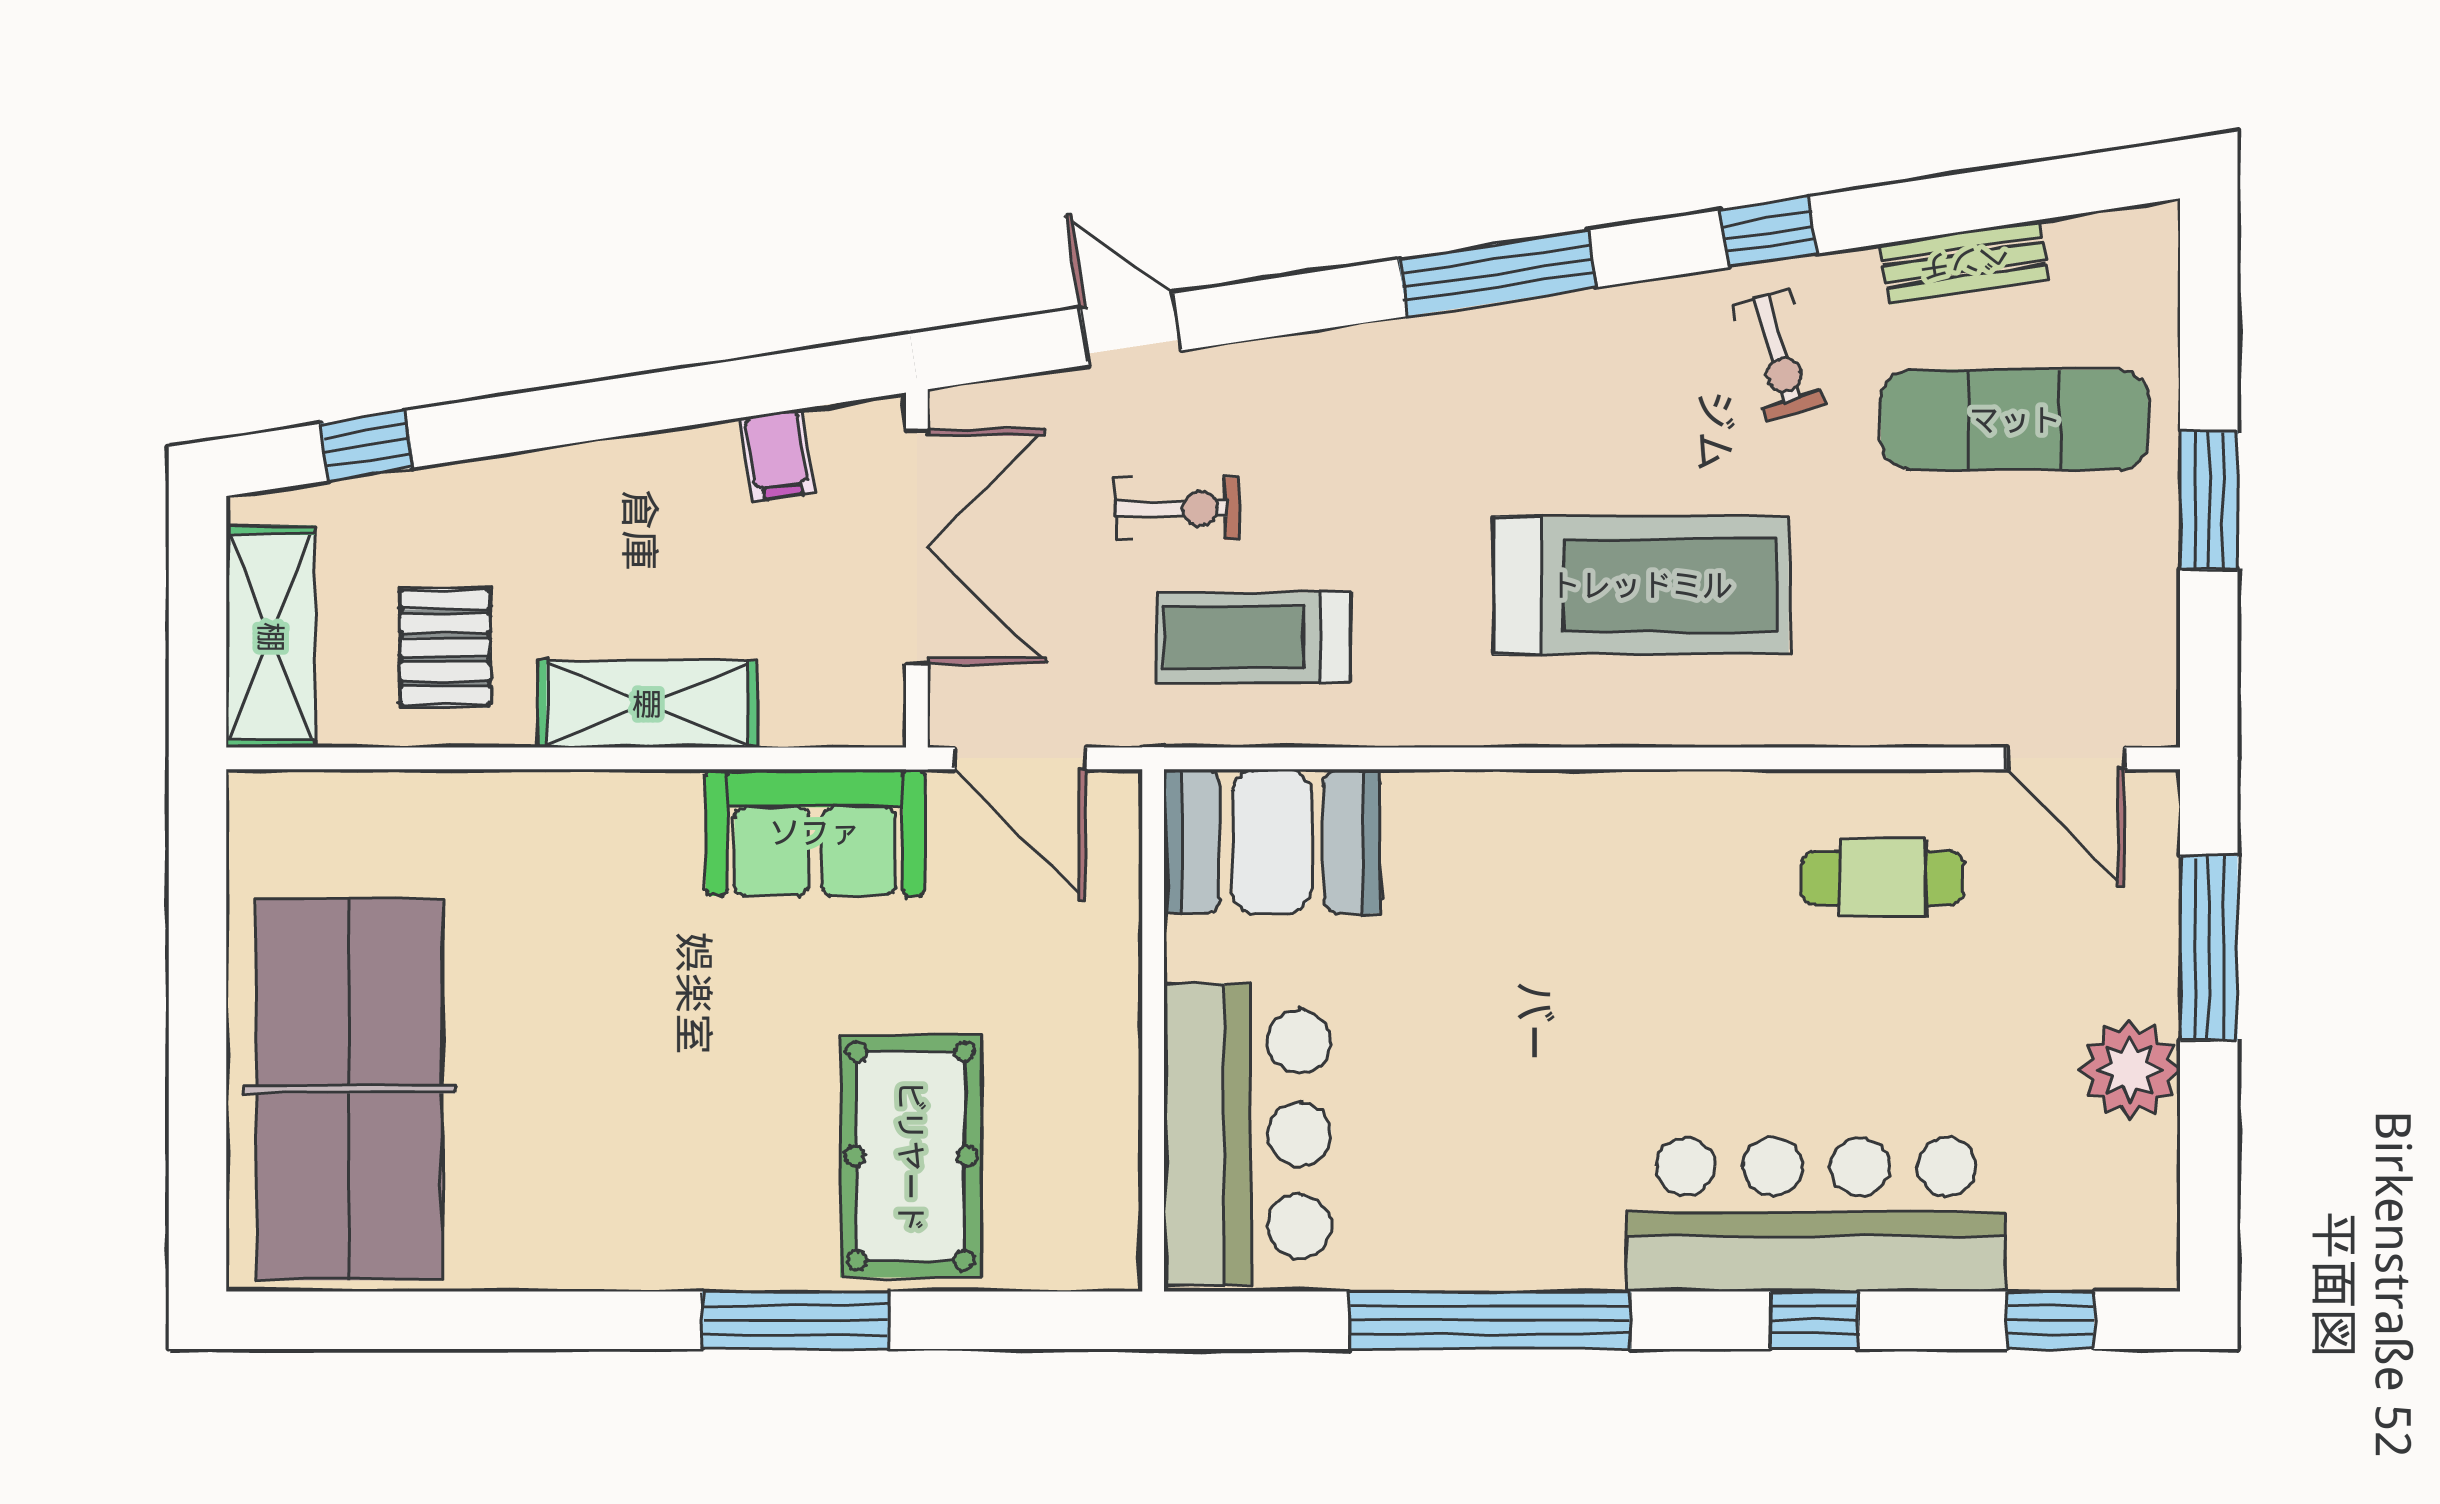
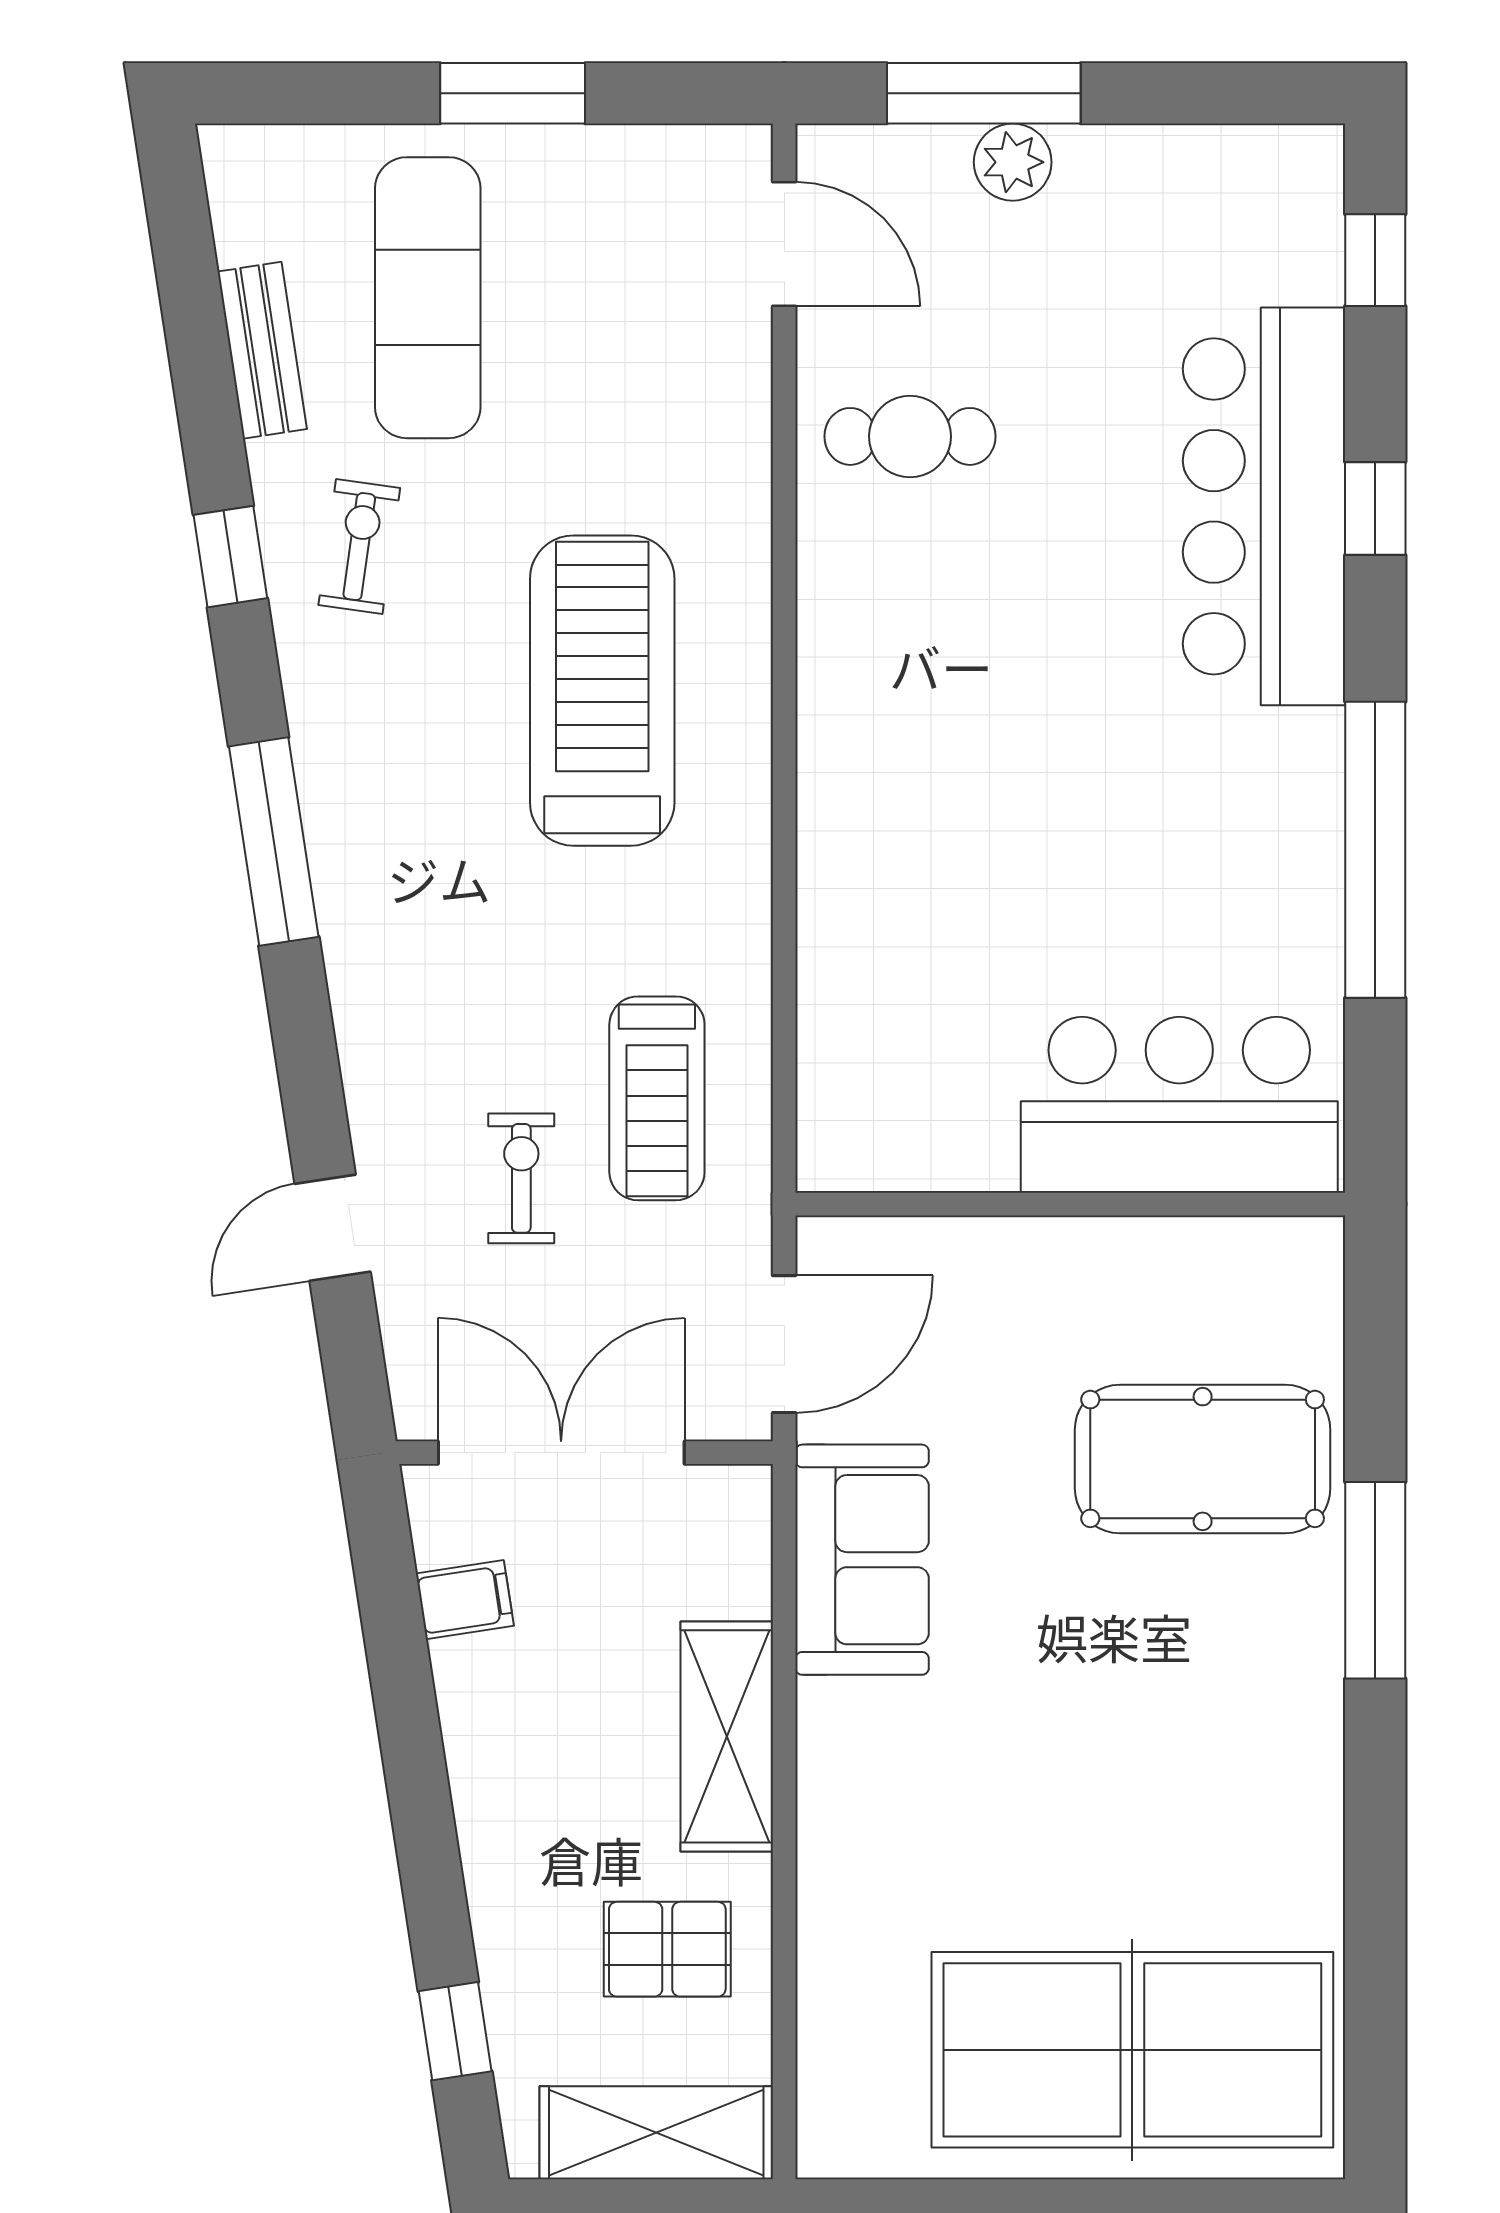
exercise bike: (1778, 355) -> (359, 547), turned -65
door: (2066, 758) -> (784, 244), hinge flipped
booth: (1272, 841) -> (872, 1079), removed
cafe table: (1883, 878) -> (910, 436), turned 90
plant: (2130, 1070) -> (1013, 162), moved, width x0.73, depth x0.73

